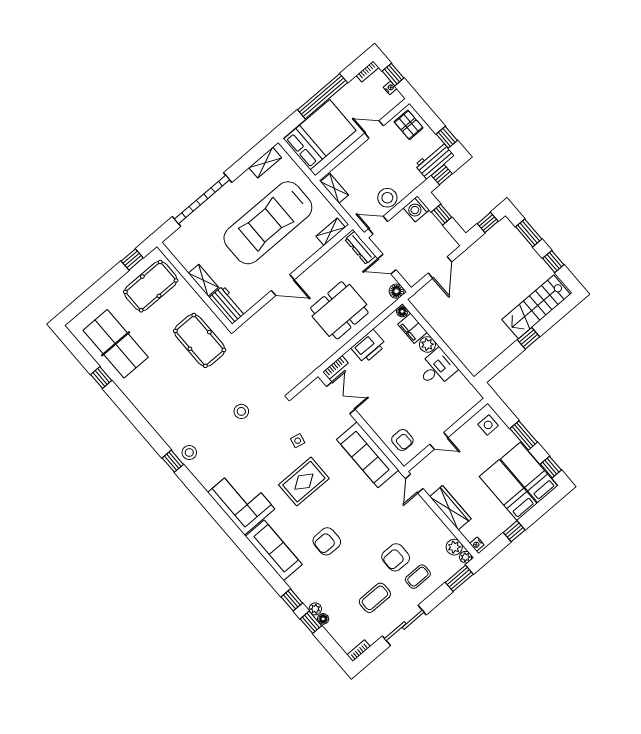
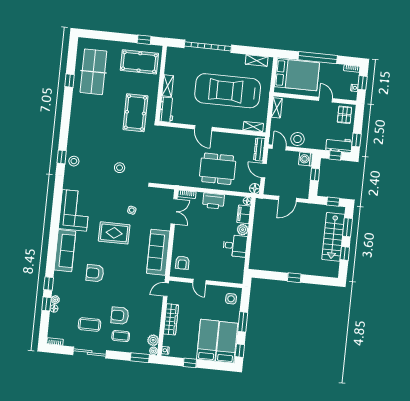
stairs: (536, 307) -> (333, 237), moved, turned -90

